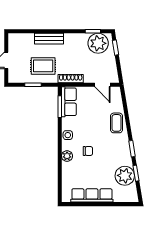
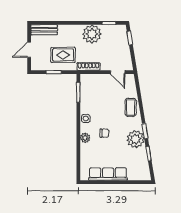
bench: (49, 39) -> (44, 30), moved
plant: (98, 43) -> (92, 34), moved
row of seats: (69, 102) -> (87, 88), removed
plant: (125, 176) -> (136, 139), moved

